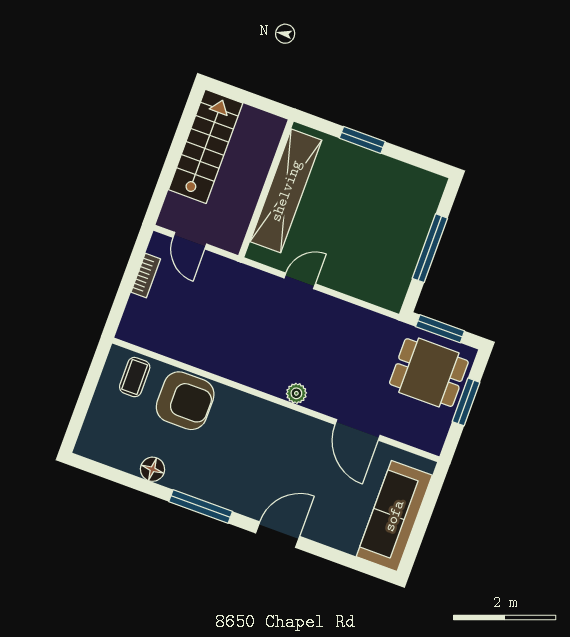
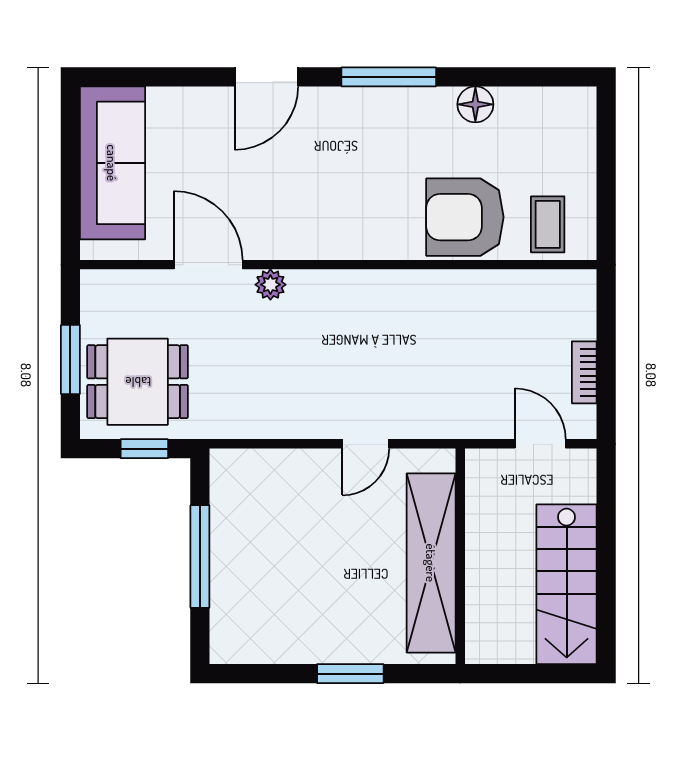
window: (440, 329) -> (144, 449), width x0.67
plant: (296, 393) -> (270, 285), moved

